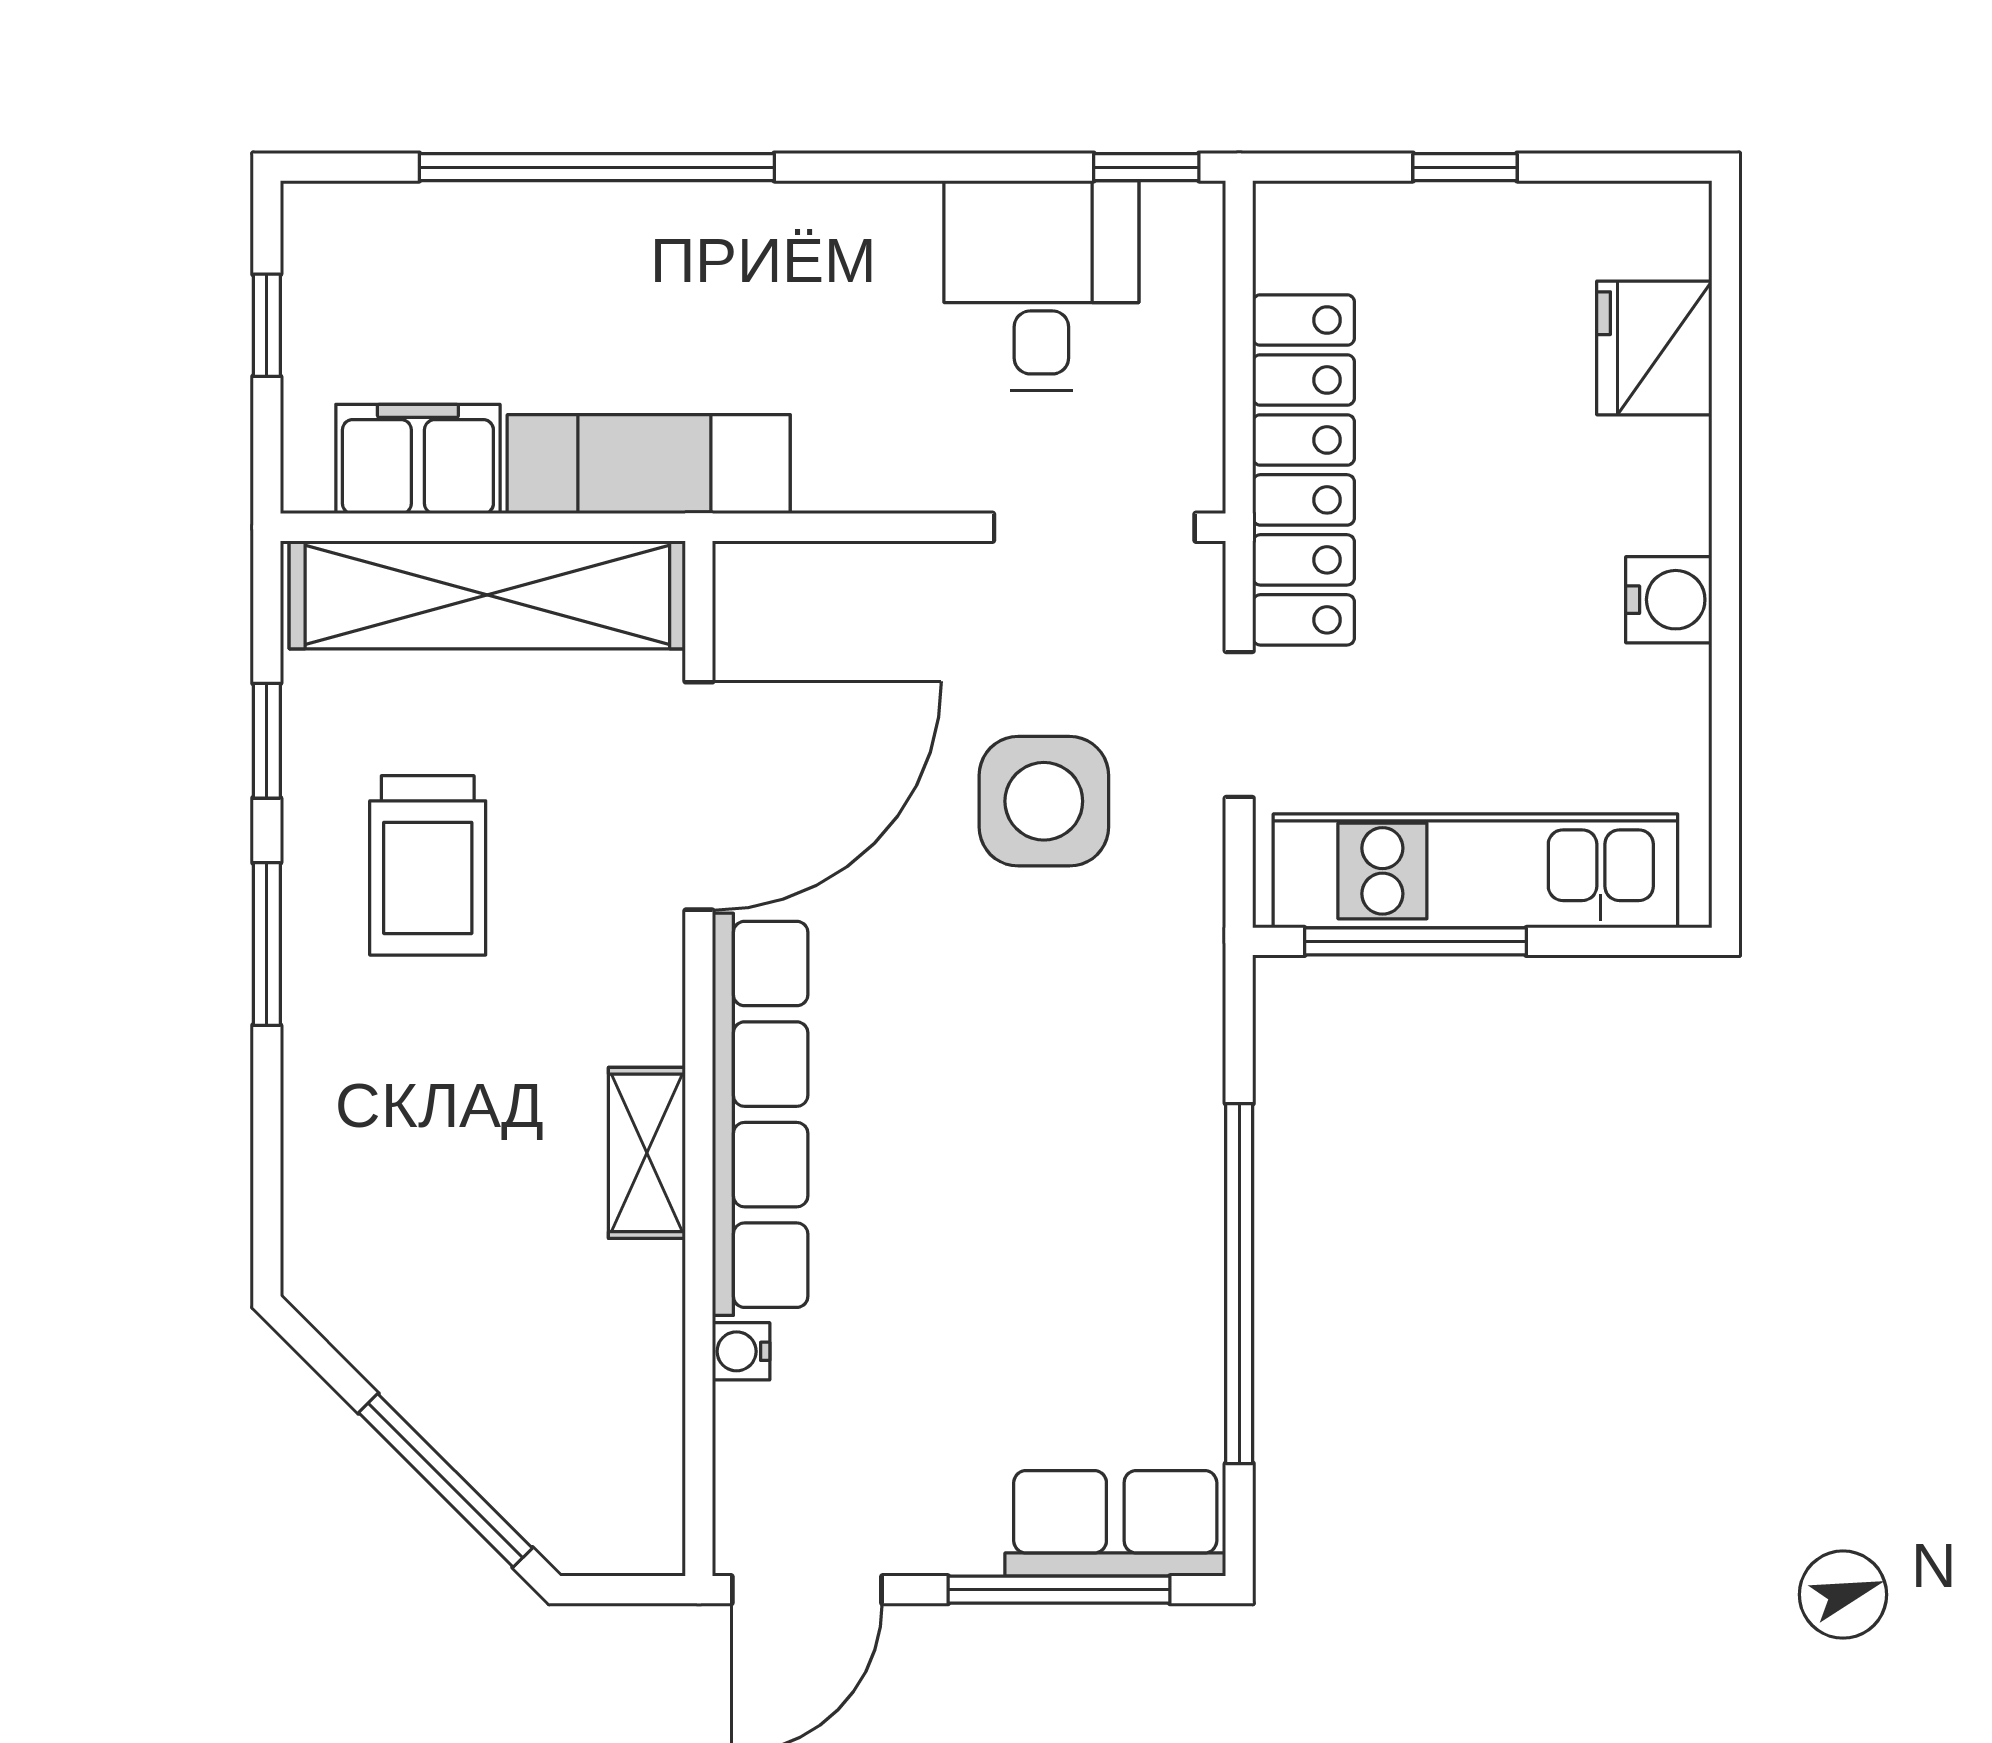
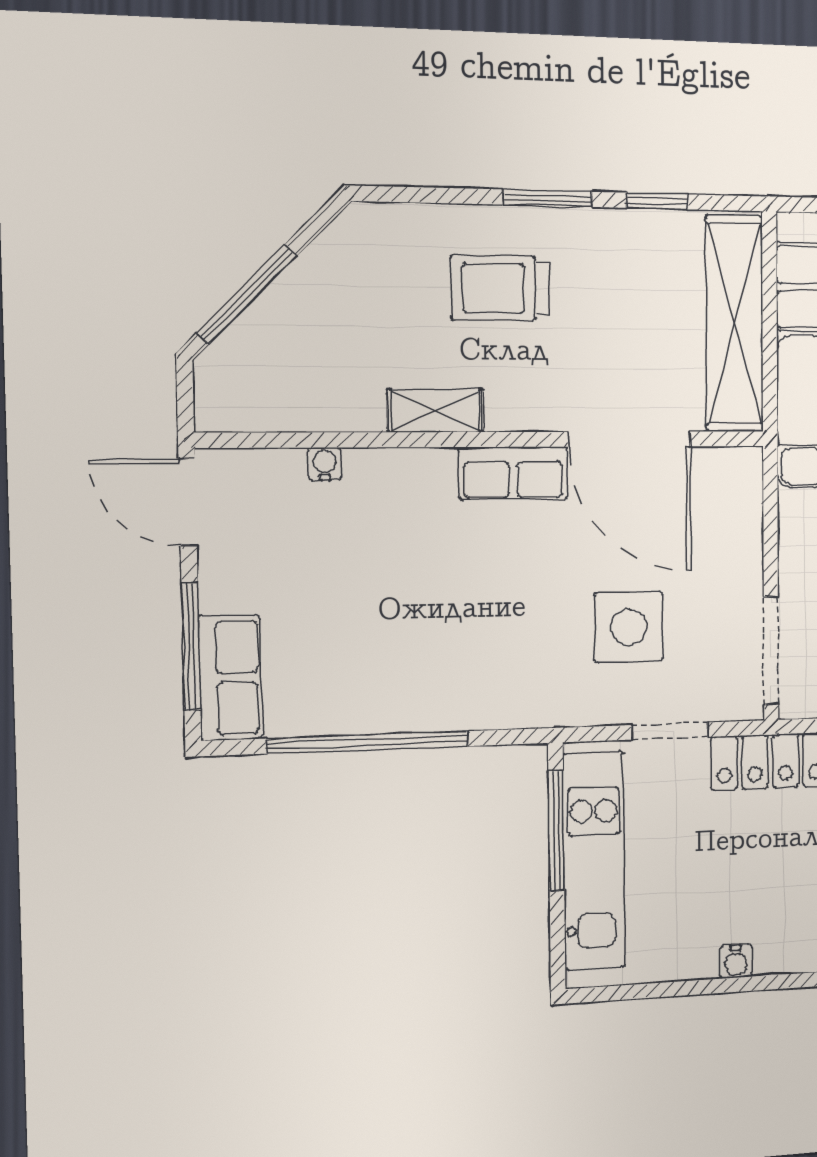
water cooler: (1669, 600) -> (736, 961), width x0.72, depth x0.72
trolley: (428, 865) -> (500, 288), moved
row of seats: (760, 1114) -> (513, 473), width x0.50

